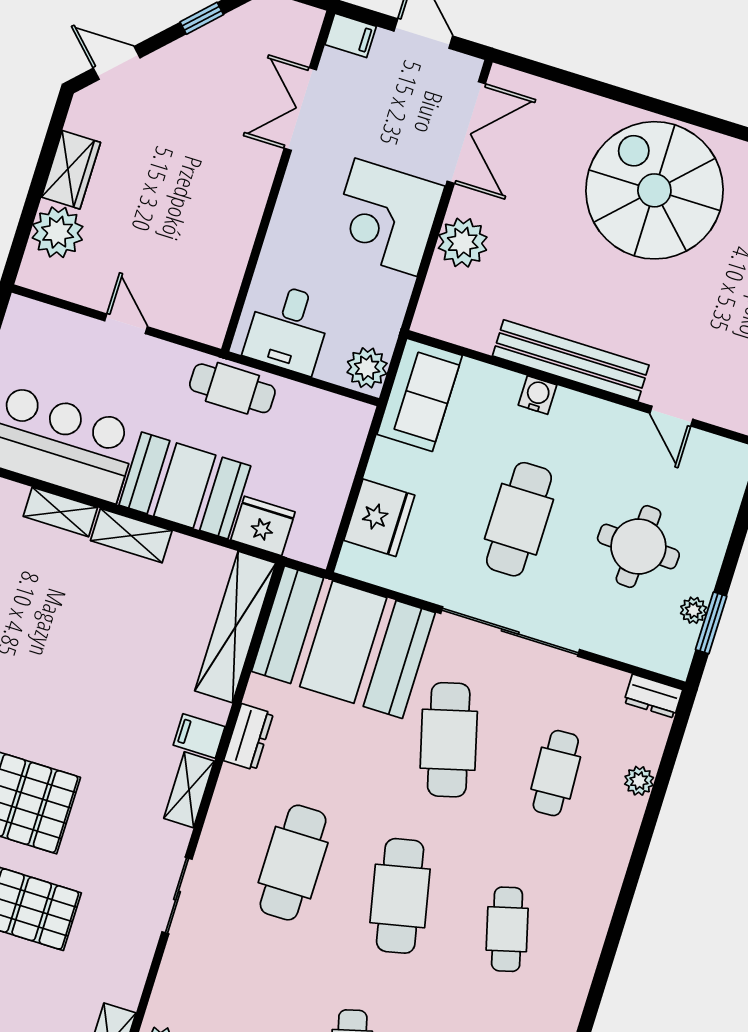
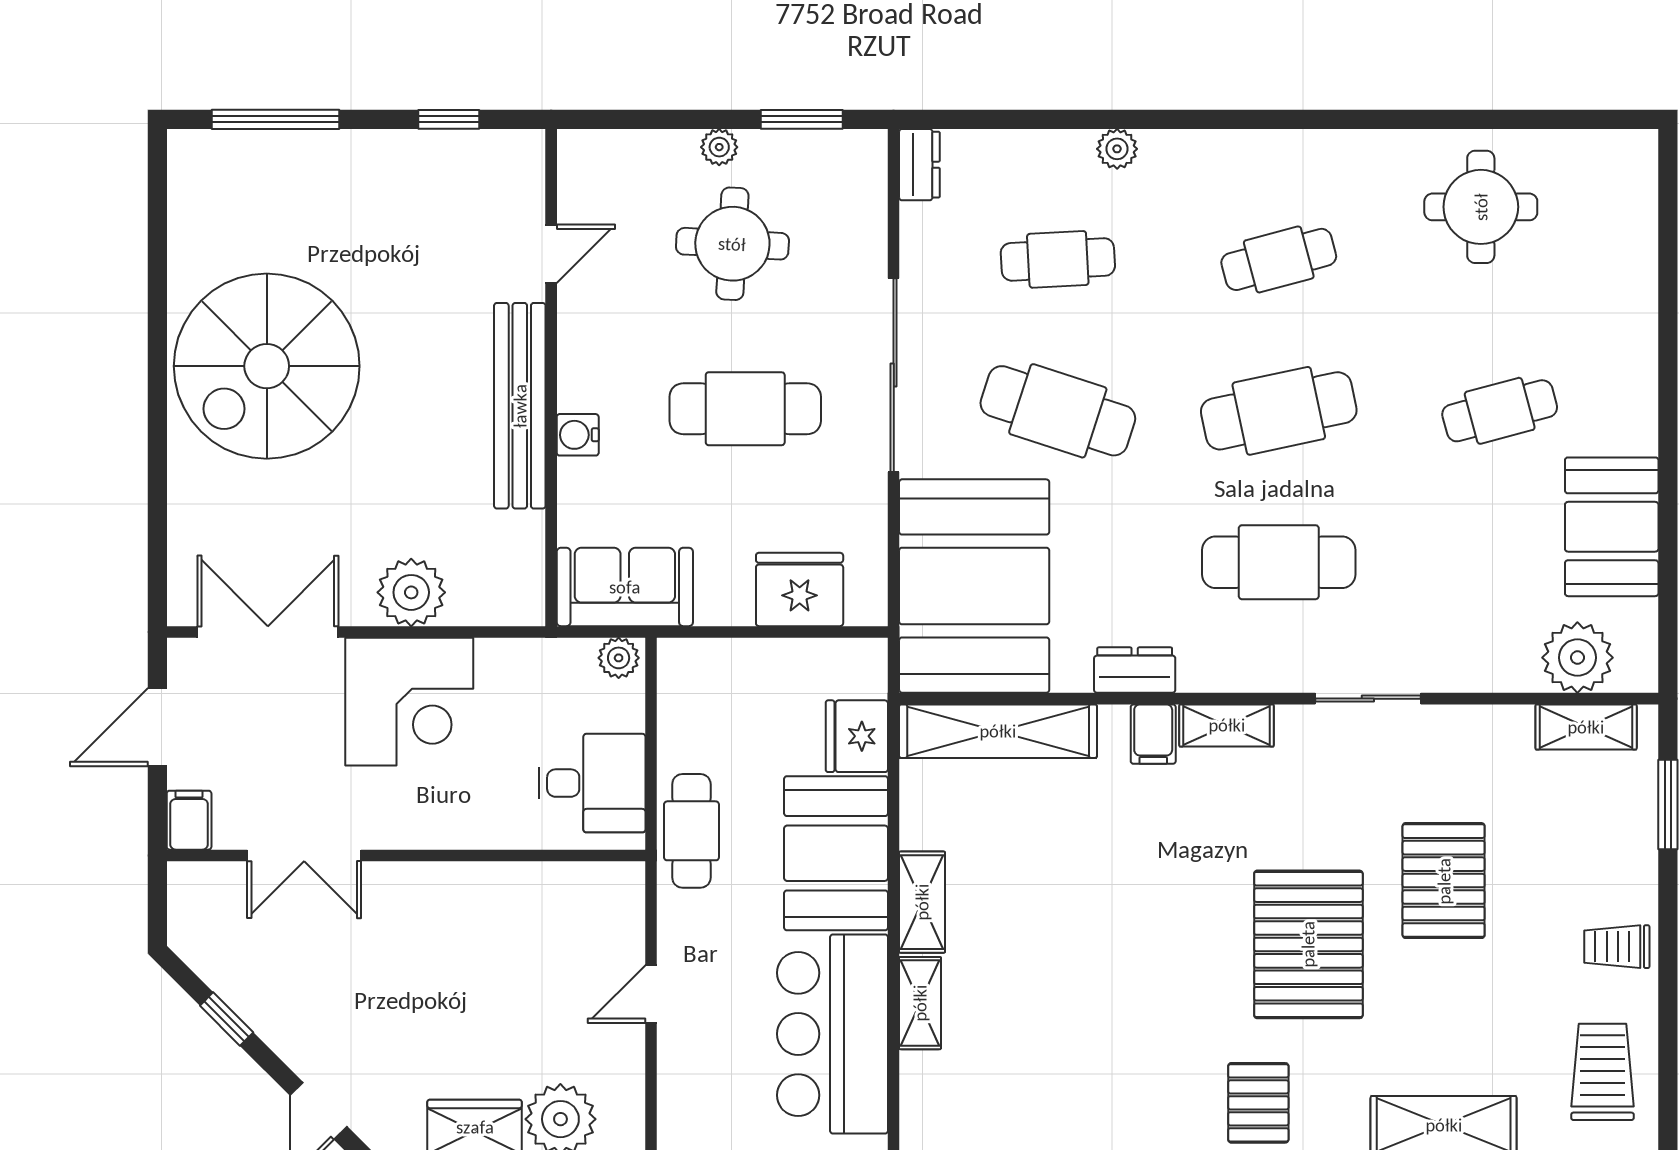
plant: (367, 368) -> (619, 658), width x0.73, depth x0.73
plant: (694, 610) -> (719, 147), moved
cafe table: (449, 740) -> (1058, 411), turned 33
plant: (639, 781) -> (1117, 149), moved

